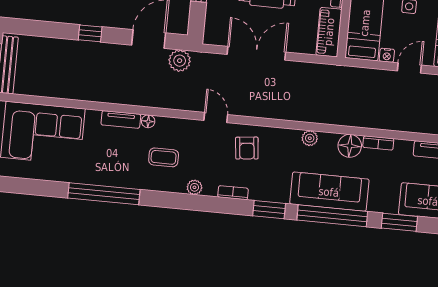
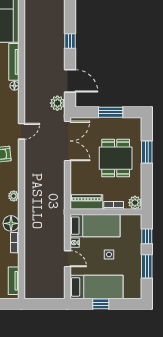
double door: (256, 53) -> (67, 141), moved
tv unit: (121, 120) -> (14, 62), width x1.41

